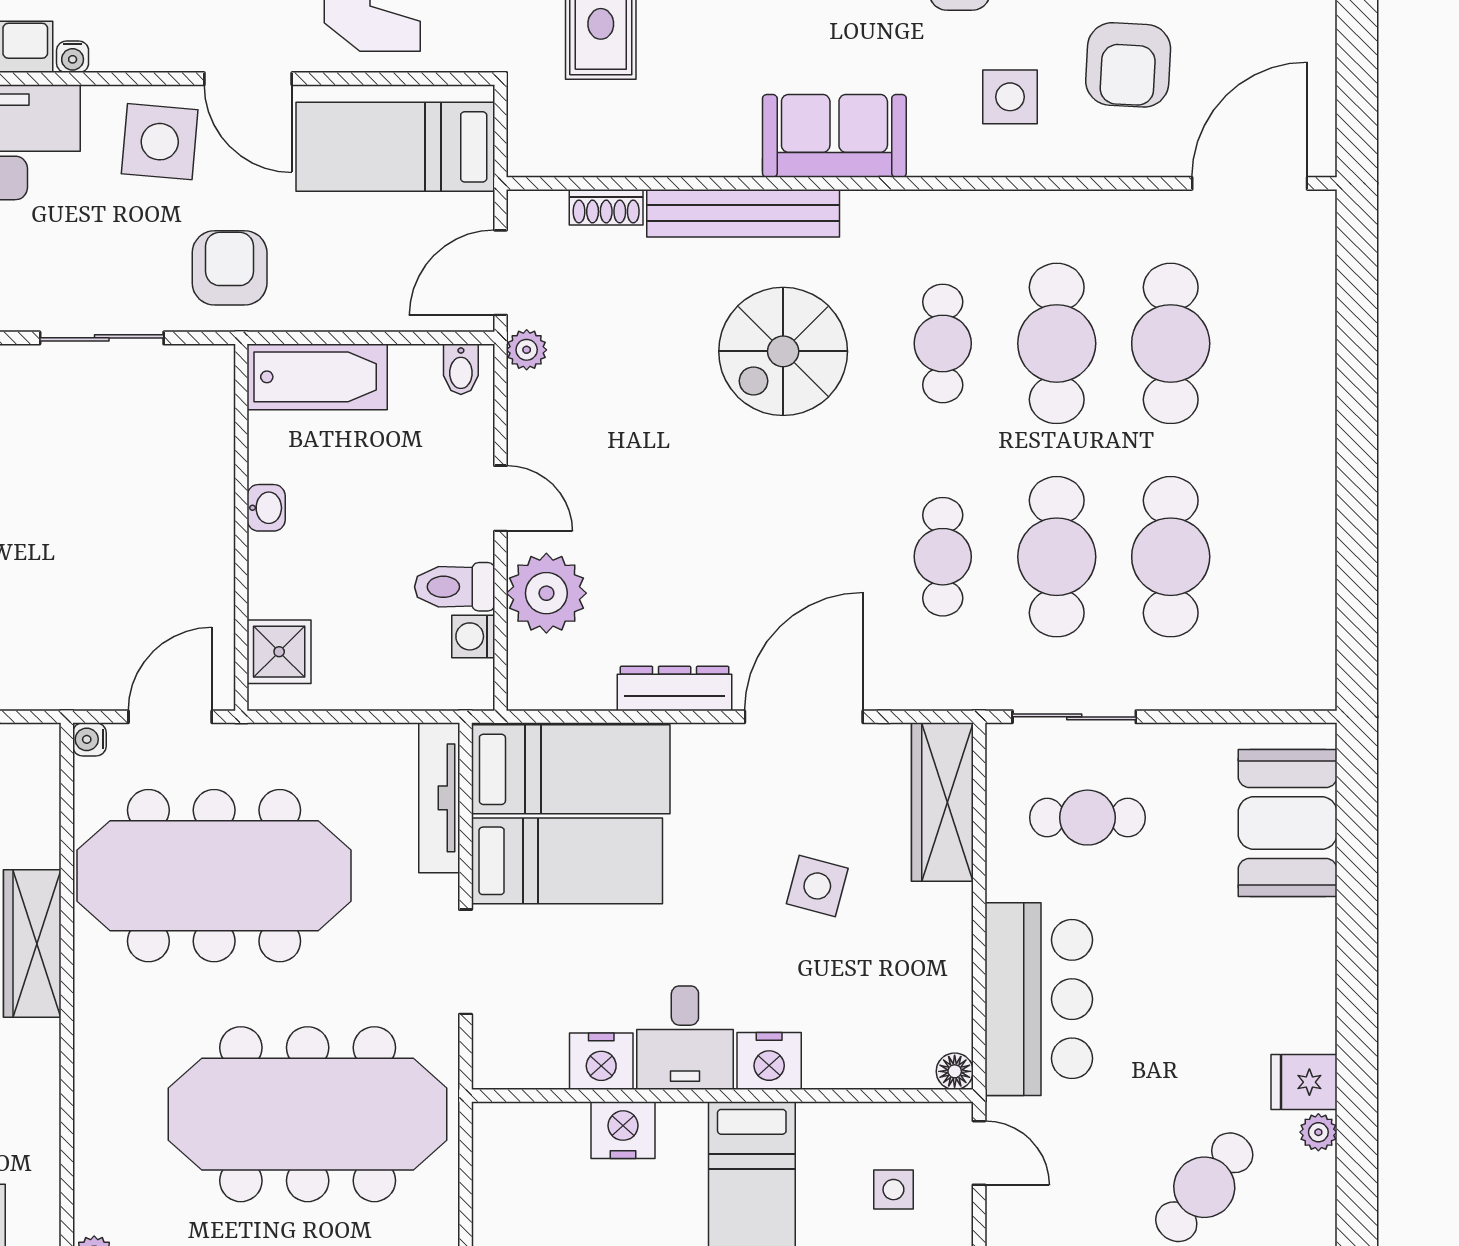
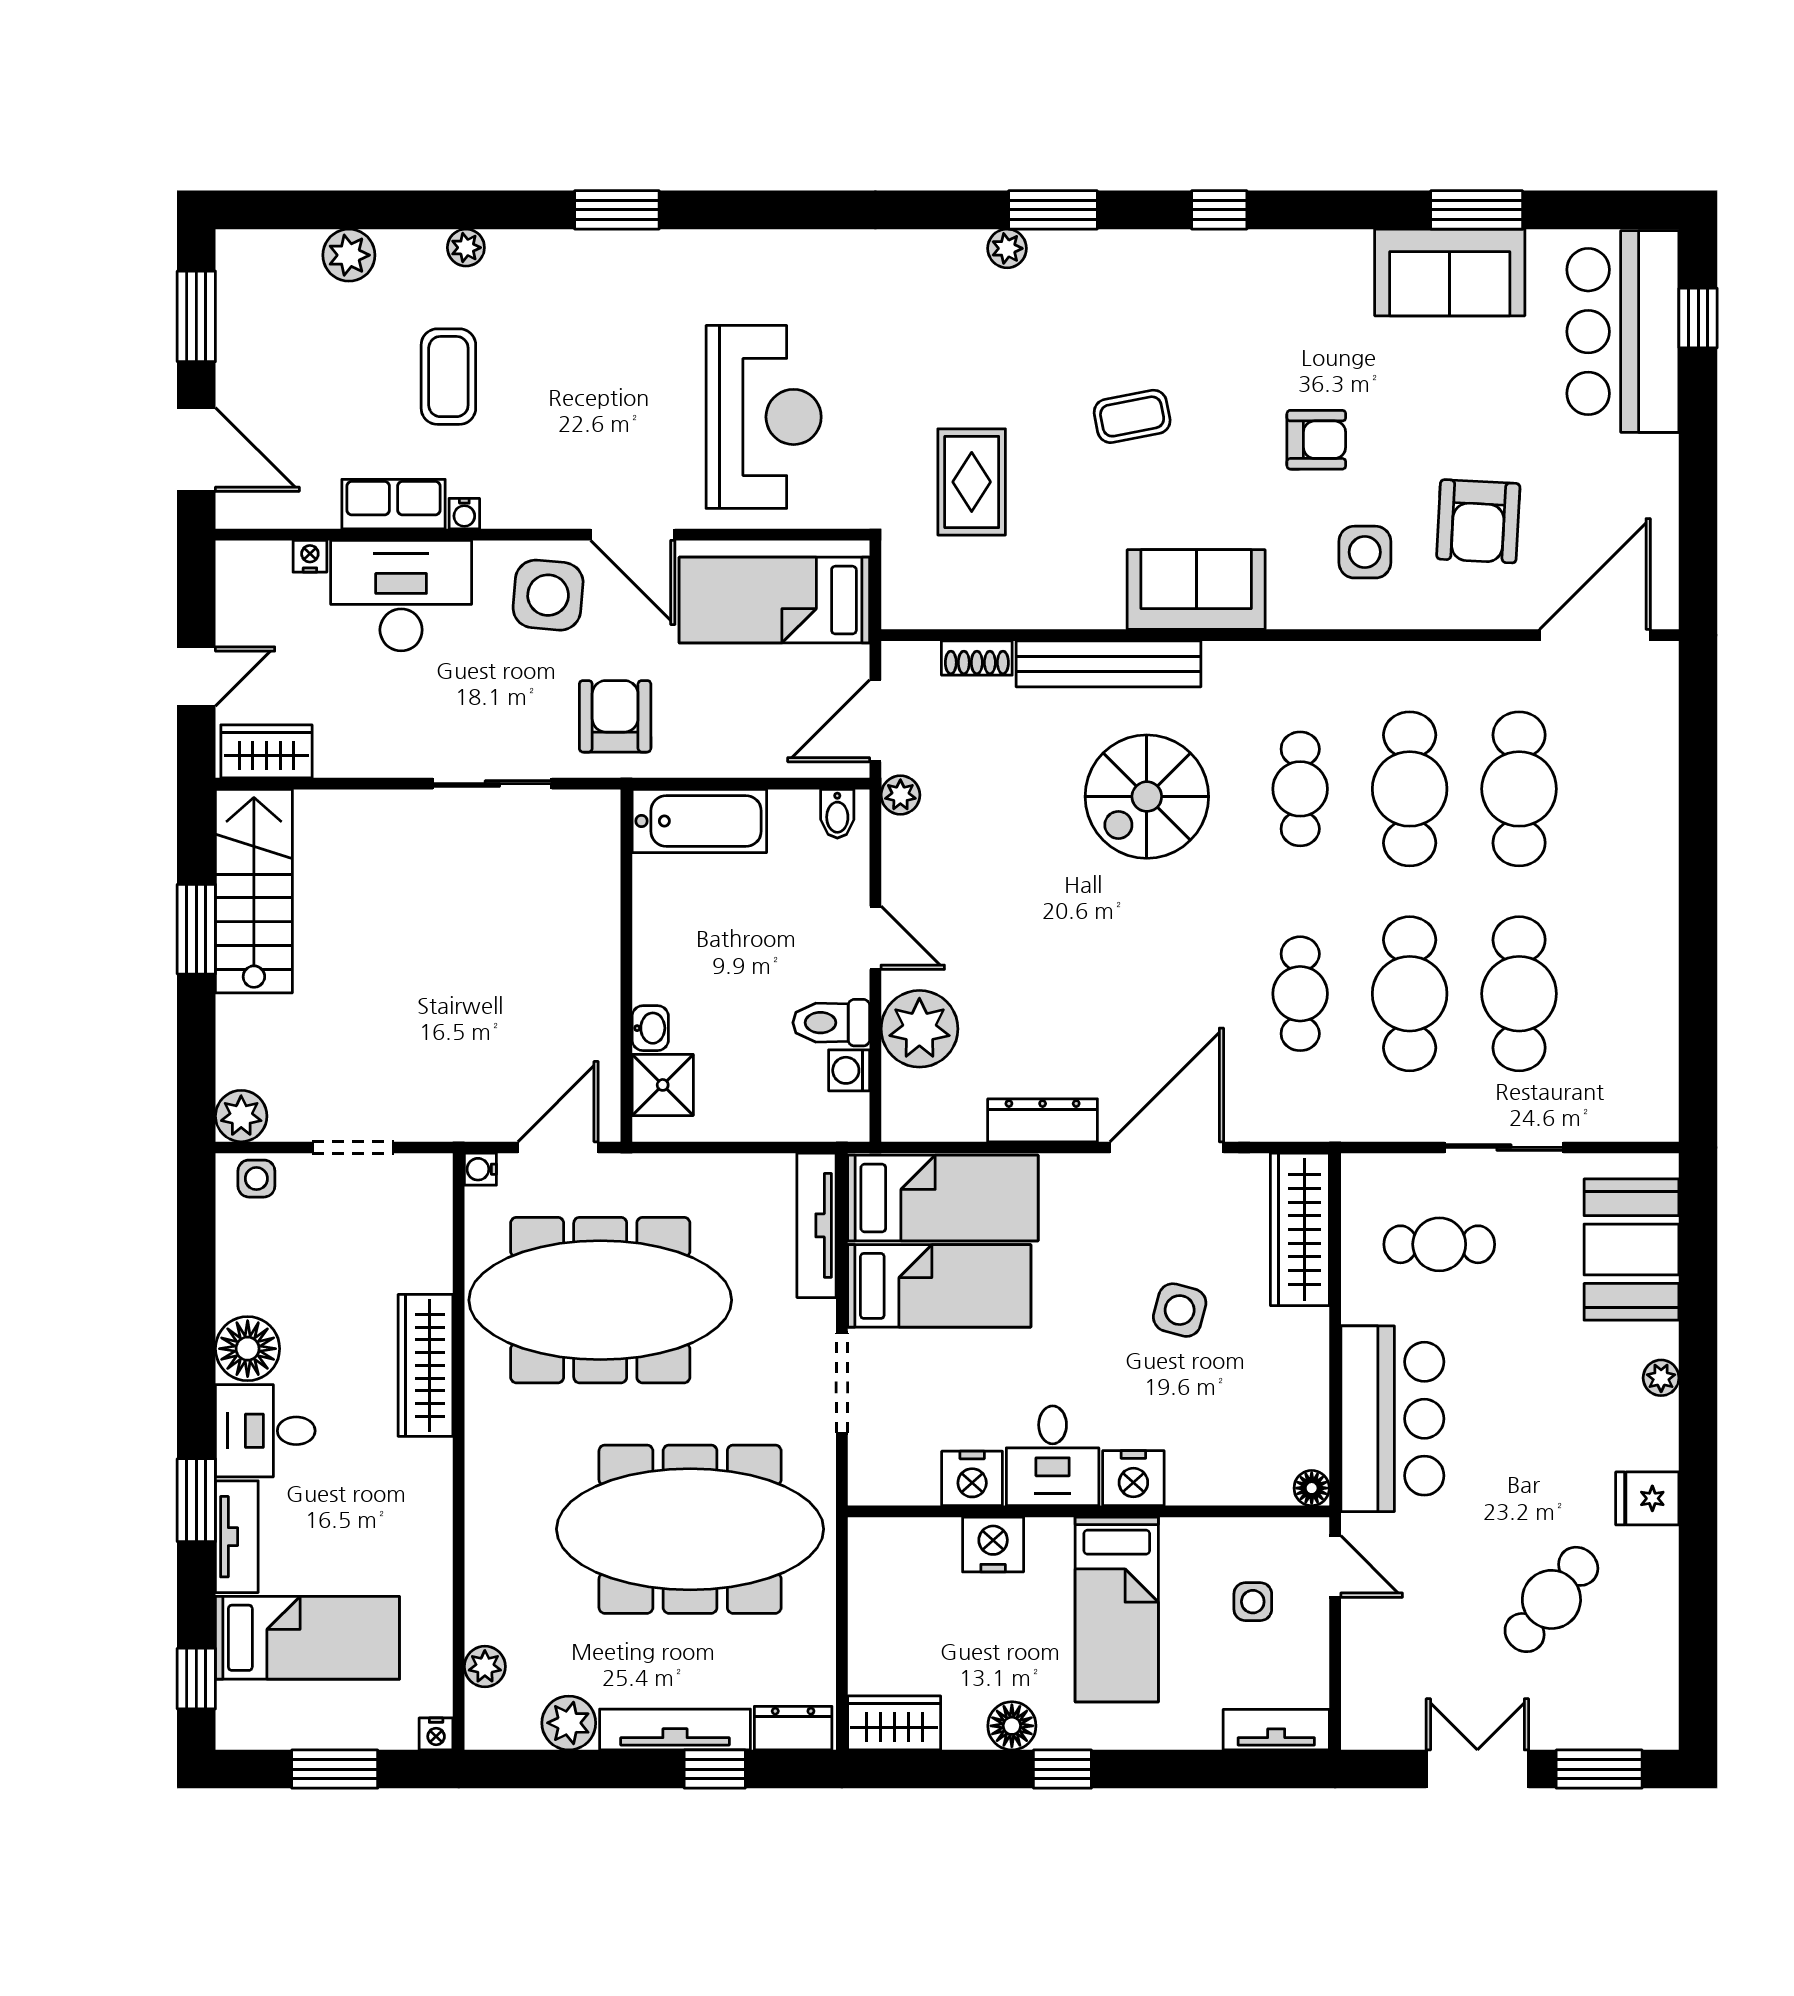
washbasin: (266, 508) -> (650, 1028), moved
sliding door: (1074, 717) -> (1504, 1147), moved
plant: (1318, 1132) -> (1661, 1378), moved

